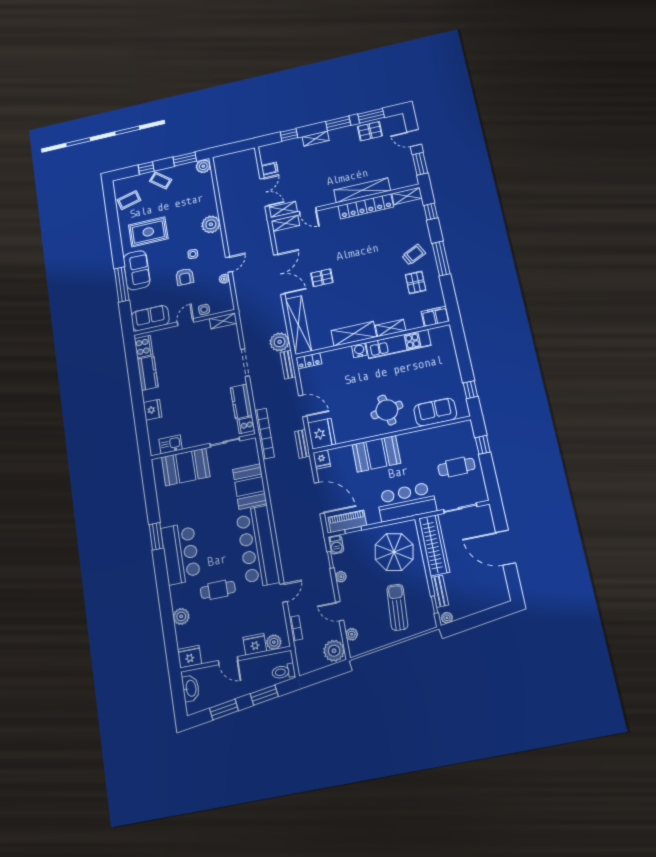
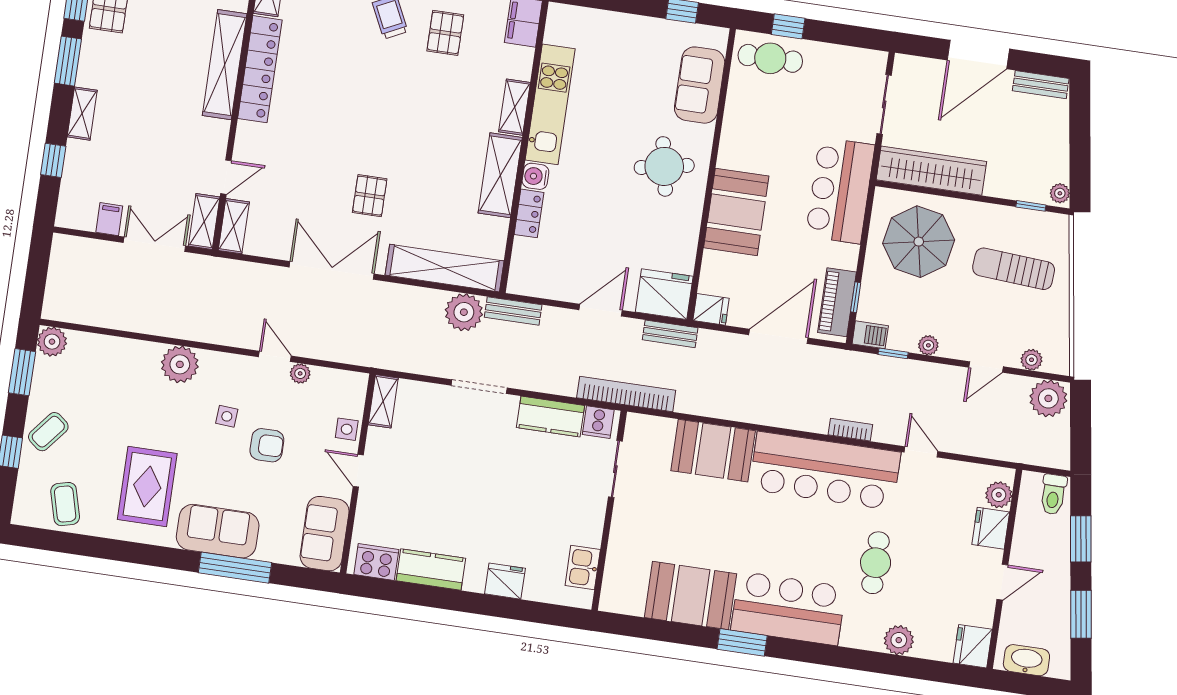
pallet: (416, 282) -> (445, 33), turned 90
locker: (309, 361) -> (529, 213), moved
booth: (186, 467) -> (691, 596), moved, turned 90
cafe table: (456, 467) -> (770, 58), moved, turned 90
bench: (440, 591) -> (1041, 85), moved
bookcase: (296, 628) -> (850, 430), moved

